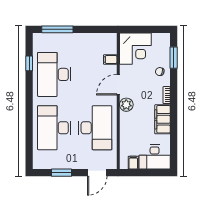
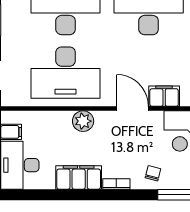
filing cabinet: (110, 60) -> (164, 96), width x2.00
plant: (126, 105) -> (83, 121), moved

